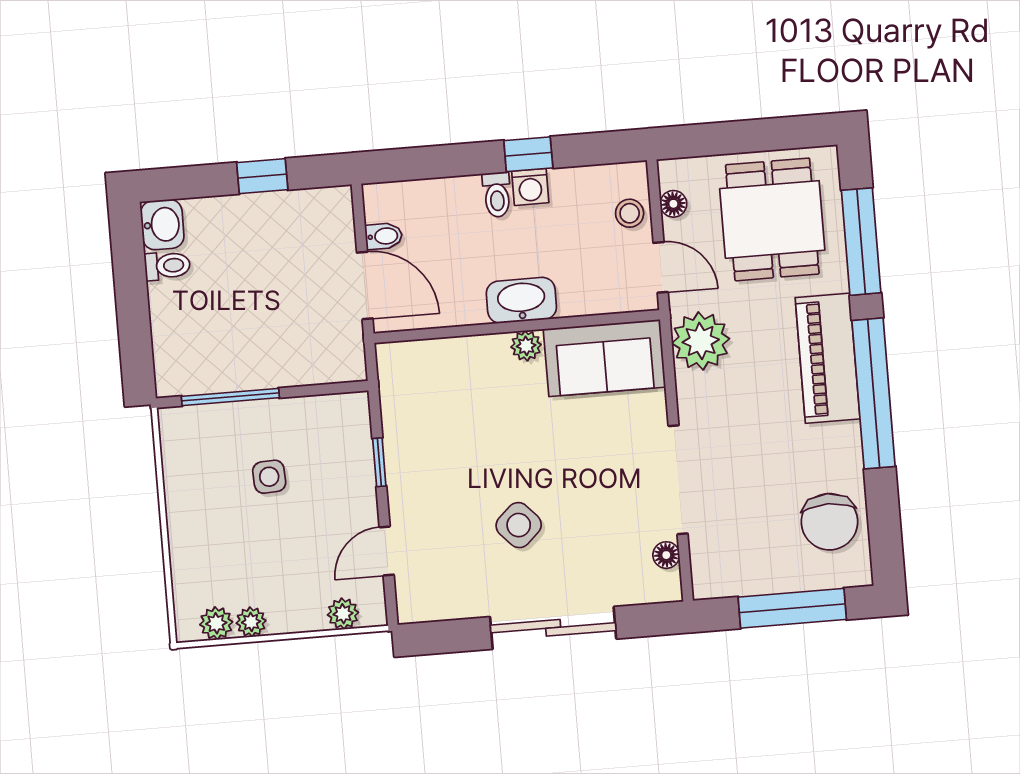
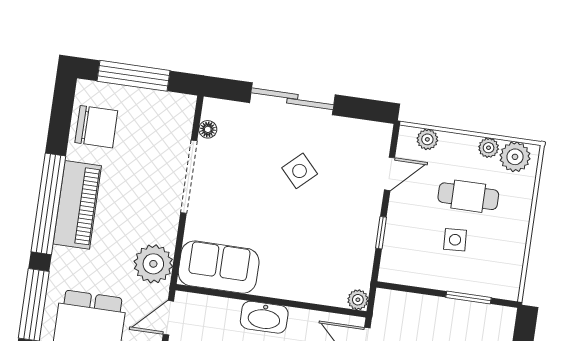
door: (661, 267) -> (168, 318), hinge flipped
plant: (526, 346) -> (358, 300), moved
piano: (828, 358) -> (77, 205), moved
window: (230, 397) -> (468, 298), width x0.69
chair: (829, 522) -> (96, 127), turned 90
cafe table: (264, 545) -> (468, 196), added
plant: (216, 623) -> (515, 157), width x1.38, depth x1.38

